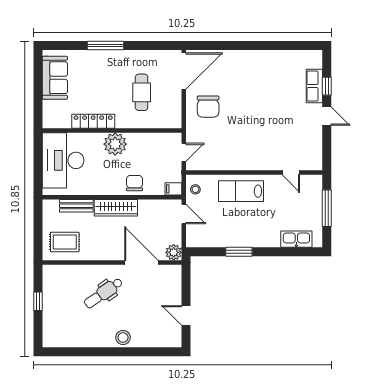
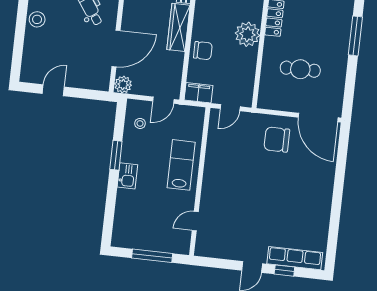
row of seats: (314, 86) -> (295, 258), width x1.48
door: (184, 152) -> (230, 108), hinge flipped
filing cabinet: (173, 189) -> (198, 93), width x2.00
stool: (195, 189) -> (140, 123), moved
kitchen sink: (296, 239) -> (127, 176), moved, width x0.73

